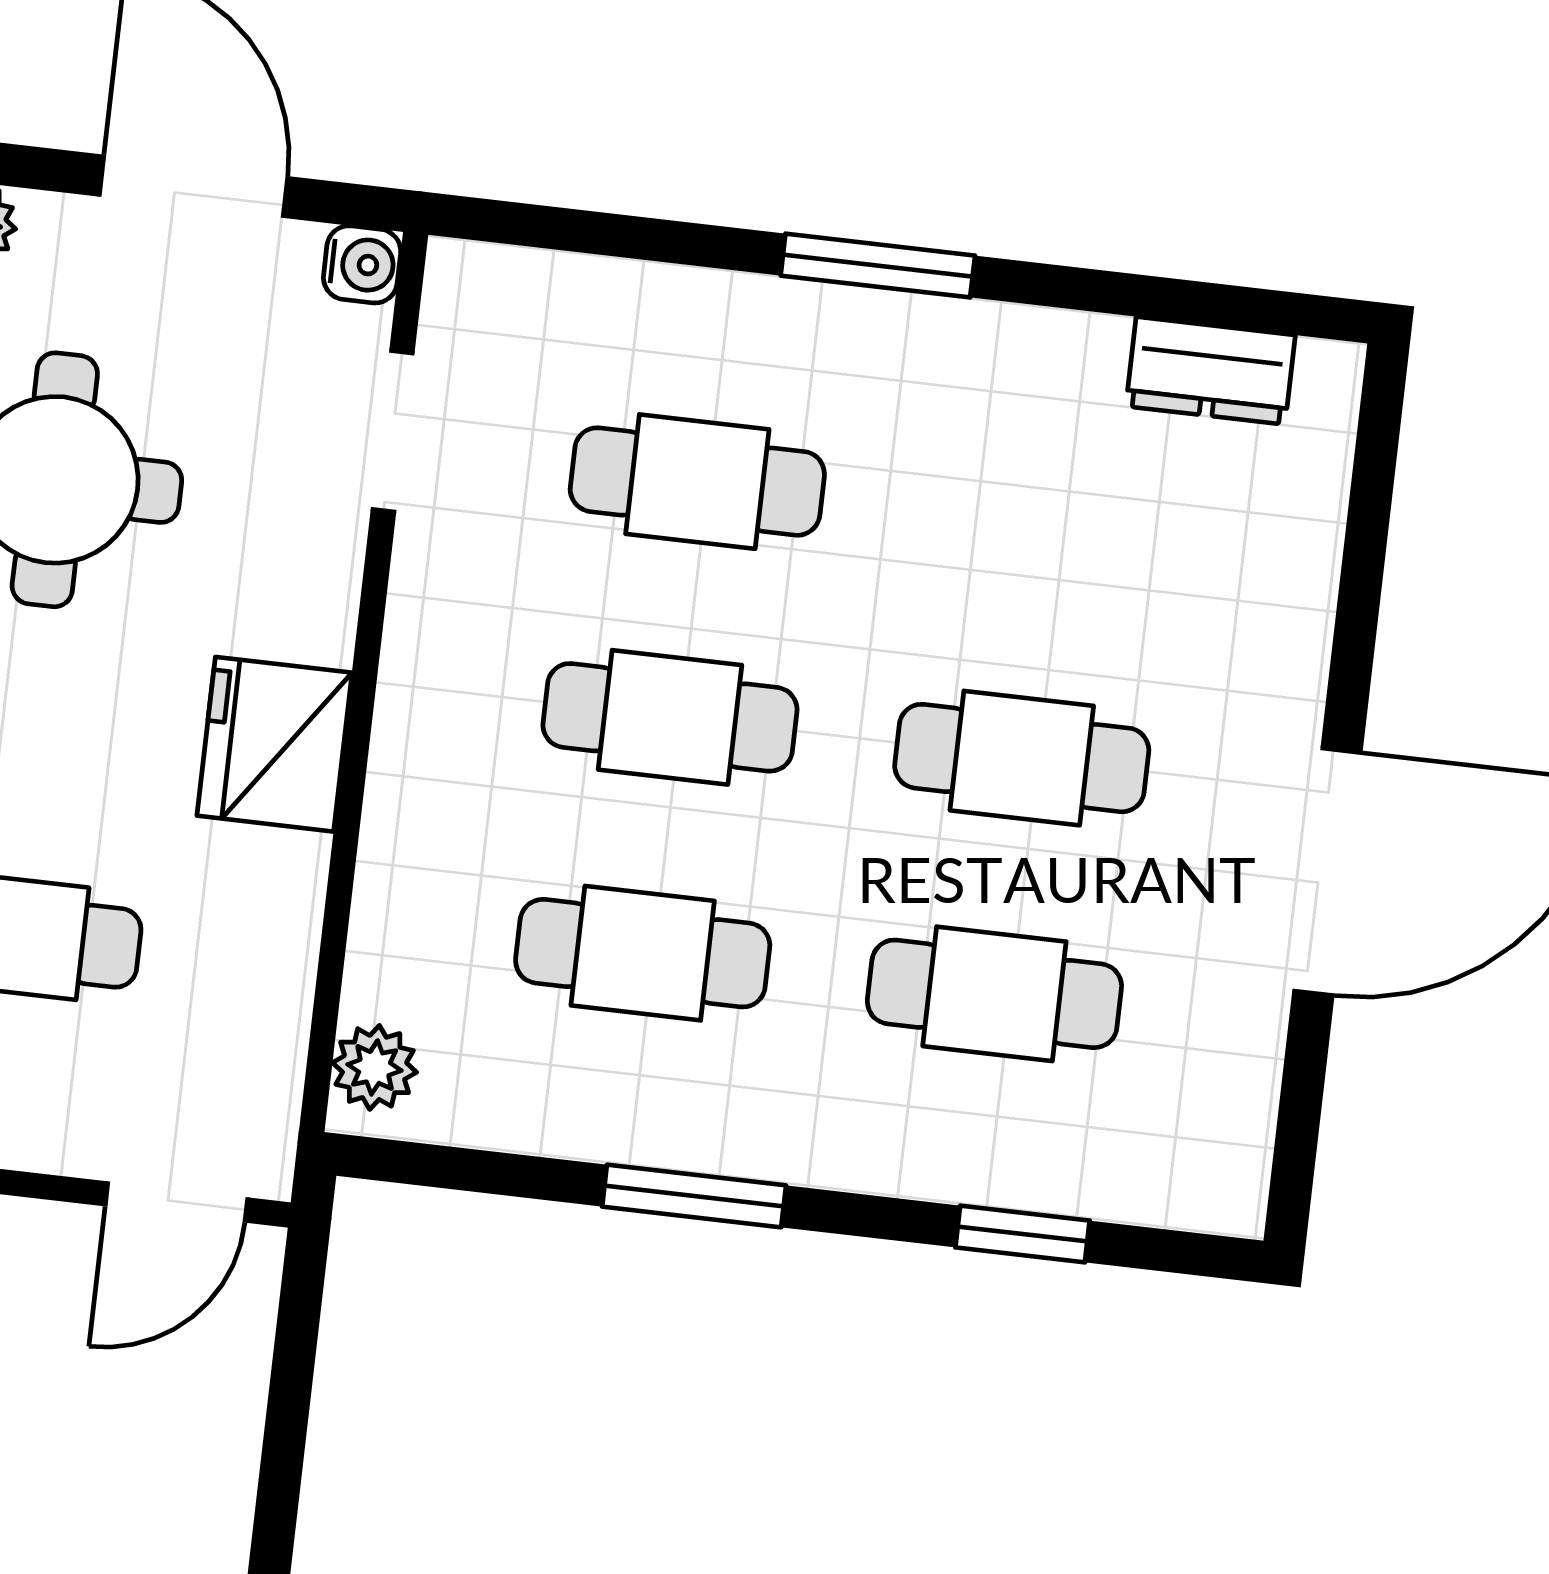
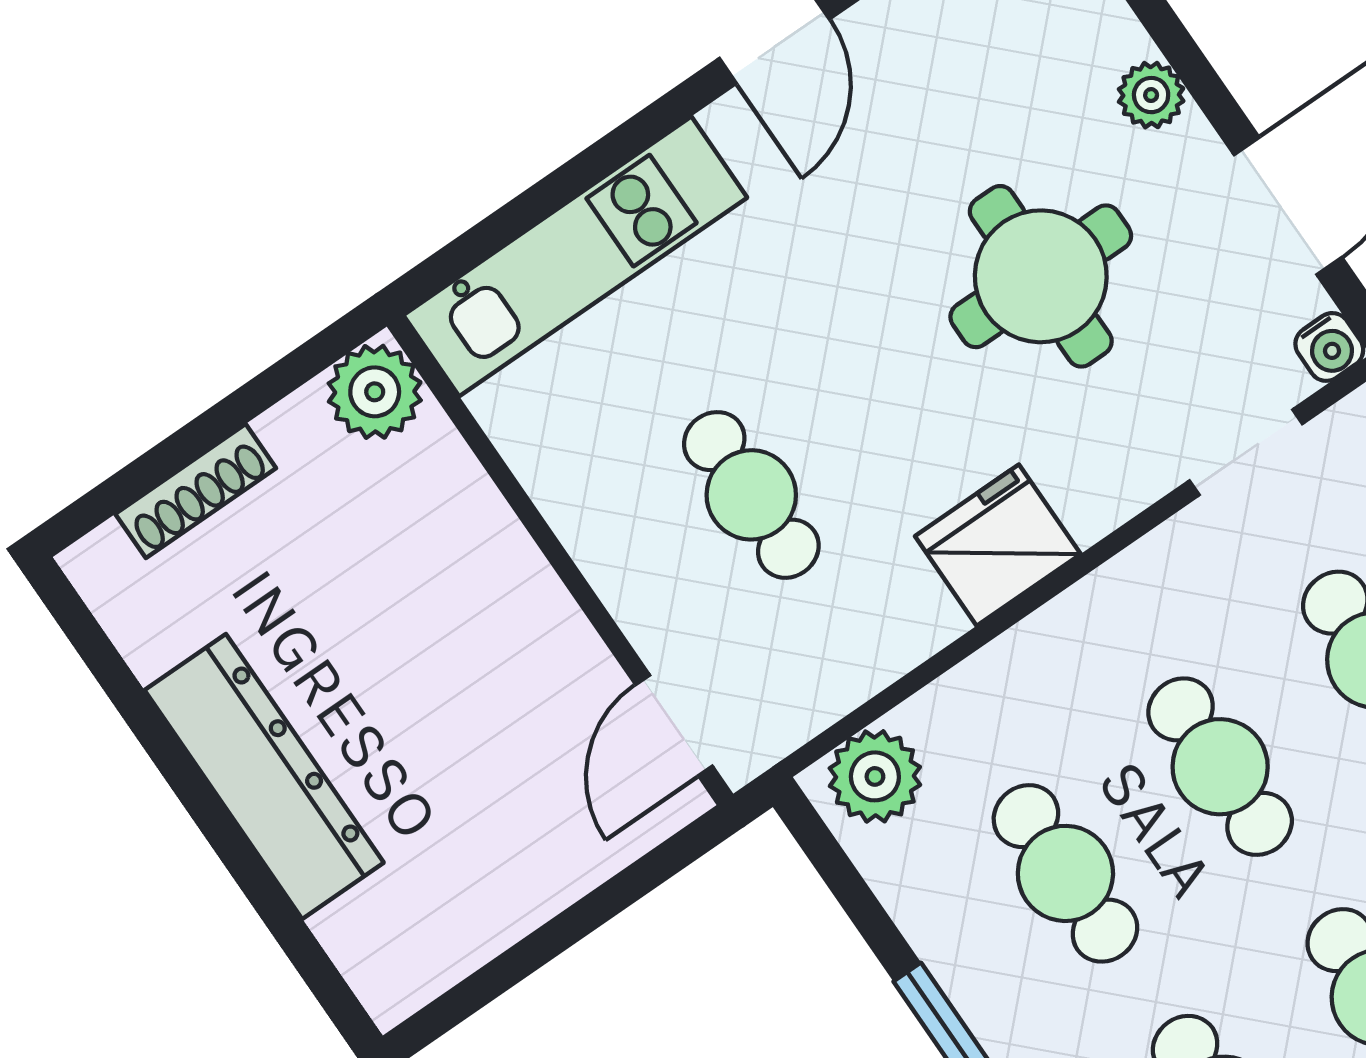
plant: (375, 1067) -> (875, 776), width x1.38, depth x1.38
door: (176, 1202) -> (674, 725), hinge flipped

